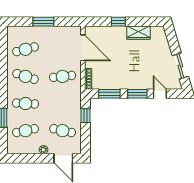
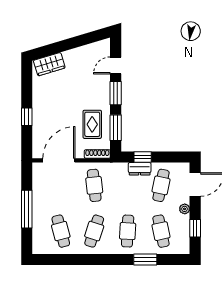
window: (43, 22) -> (27, 209), width x1.44
wardrobe: (139, 33) -> (49, 64), moved, turned 73
sliding door: (180, 66) -> (81, 40), removed
rug: (112, 75) -> (92, 124), added
dresser: (76, 113) -> (140, 169), added
window: (28, 158) -> (195, 228), added

